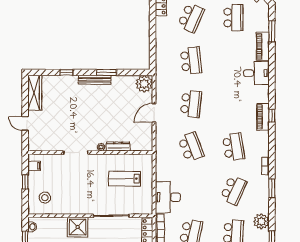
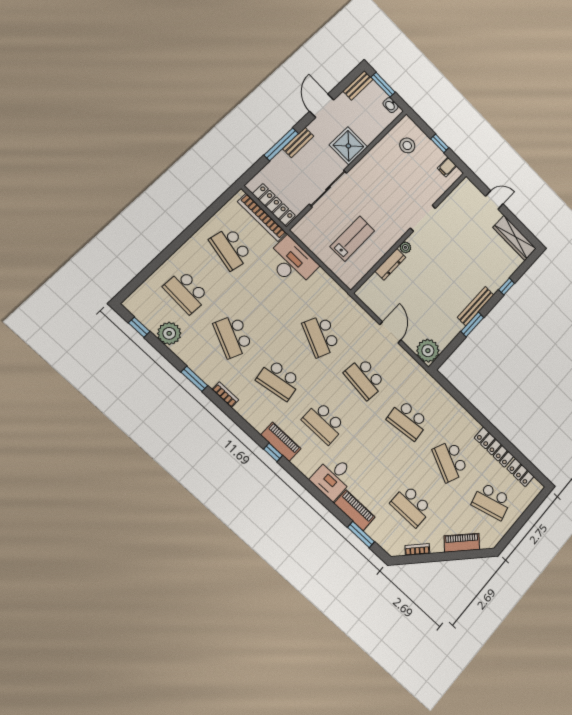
school desk: (233, 104) -> (324, 423), added
school desk: (191, 147) -> (321, 336), turned 45

